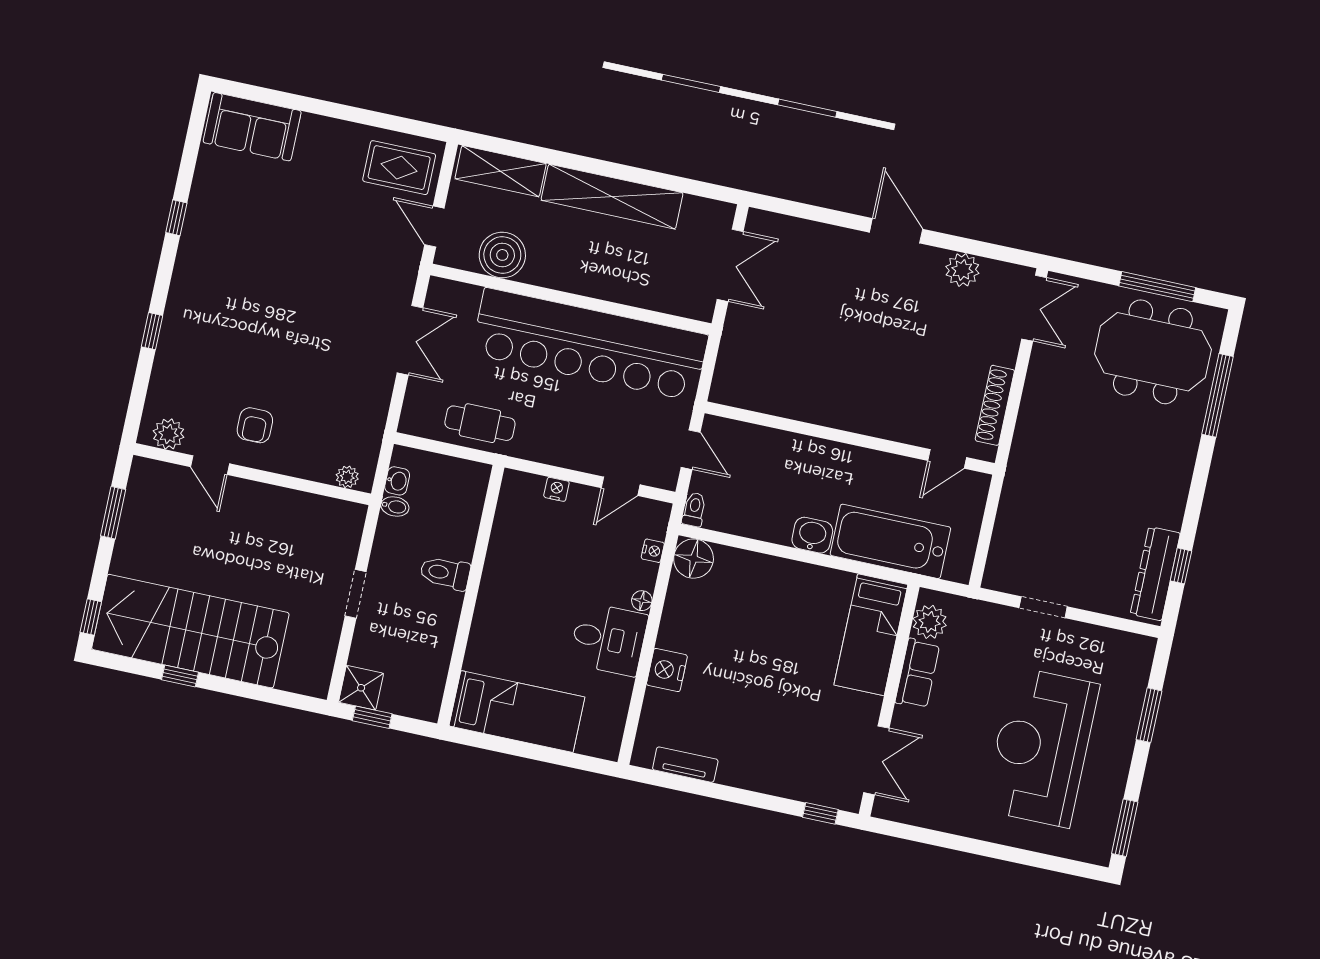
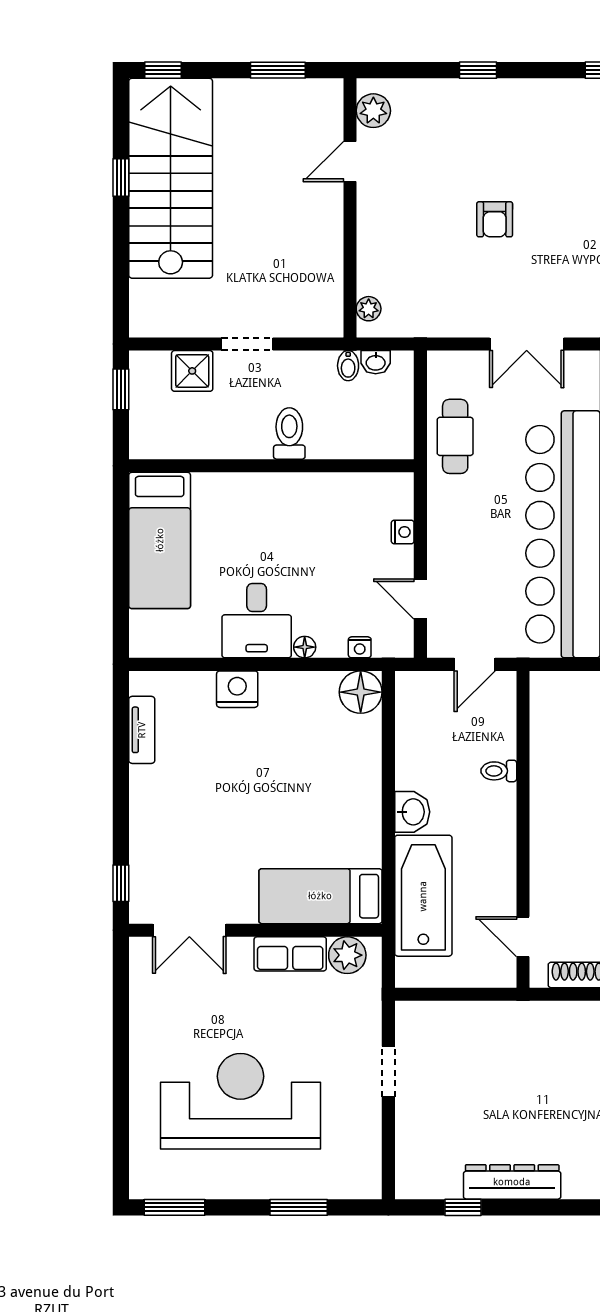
armchair: (255, 425) -> (495, 219), moved, turned -90
toilet: (694, 510) -> (499, 771), moved, turned 180
dresser: (1155, 574) -> (512, 1182), moved
shower: (361, 688) -> (192, 371), moved

